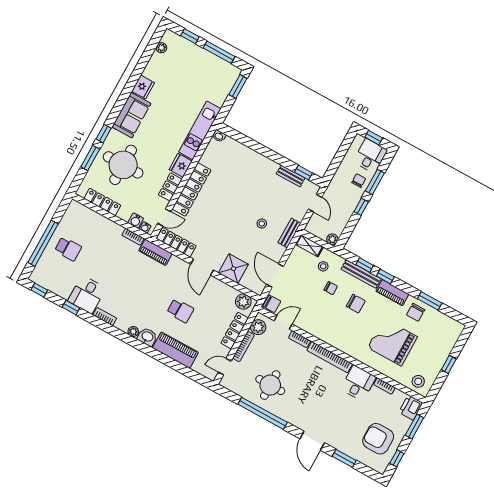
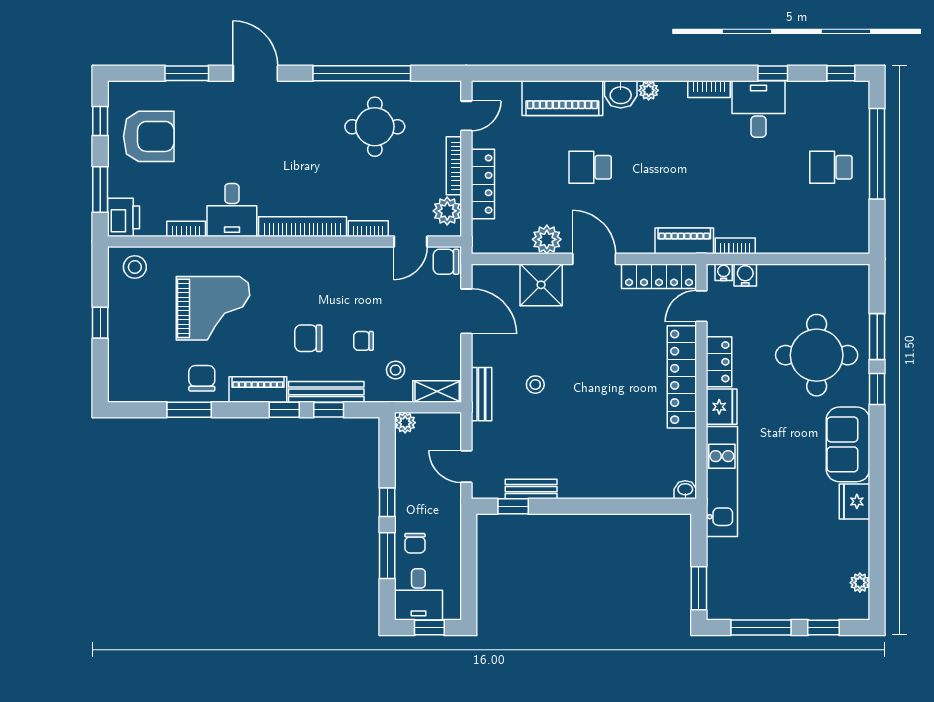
locker: (102, 202) -> (817, 275), removed
plant: (243, 302) -> (547, 239), moved

